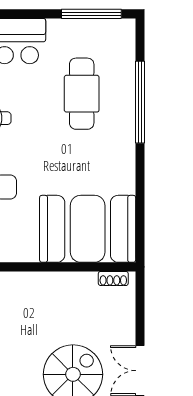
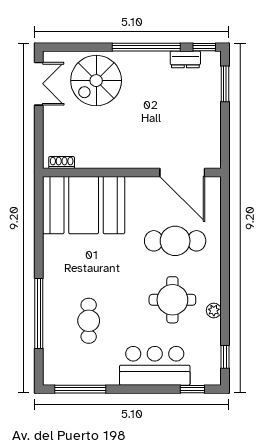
cafe table: (82, 94) -> (89, 321), width x0.73, depth x0.74

